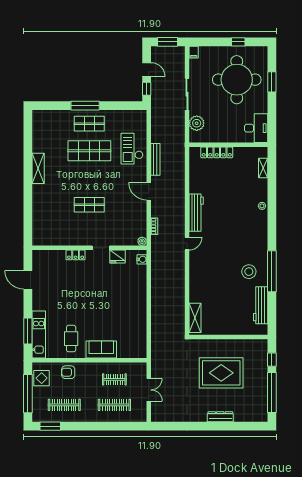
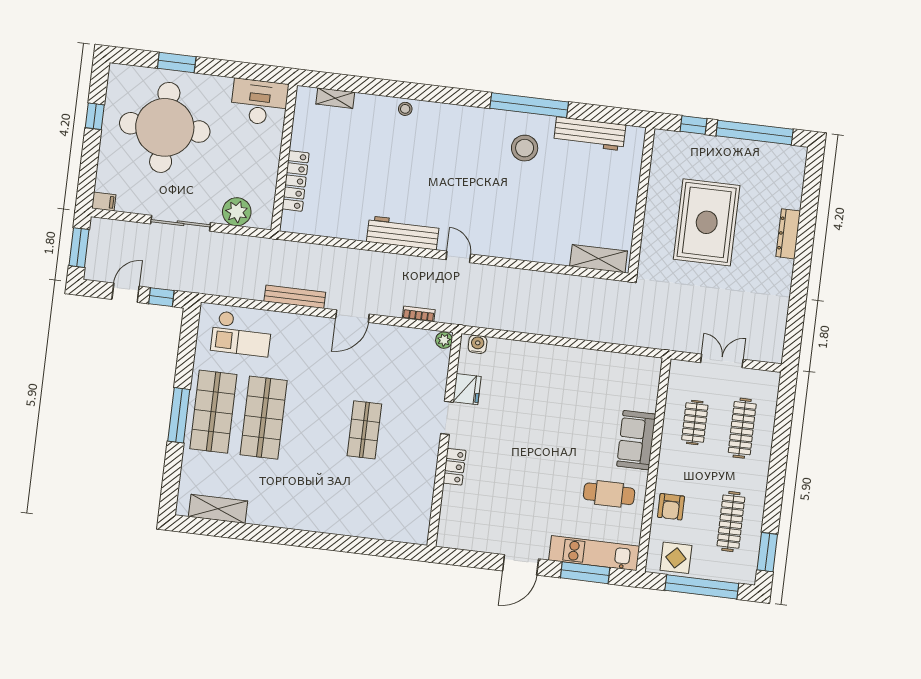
shop shelf: (89, 124) -> (213, 412), width x1.43, depth x1.36
checkout: (132, 149) -> (241, 334), moved
shelving: (38, 168) -> (218, 509), moved
door: (28, 280) -> (521, 565), moved

